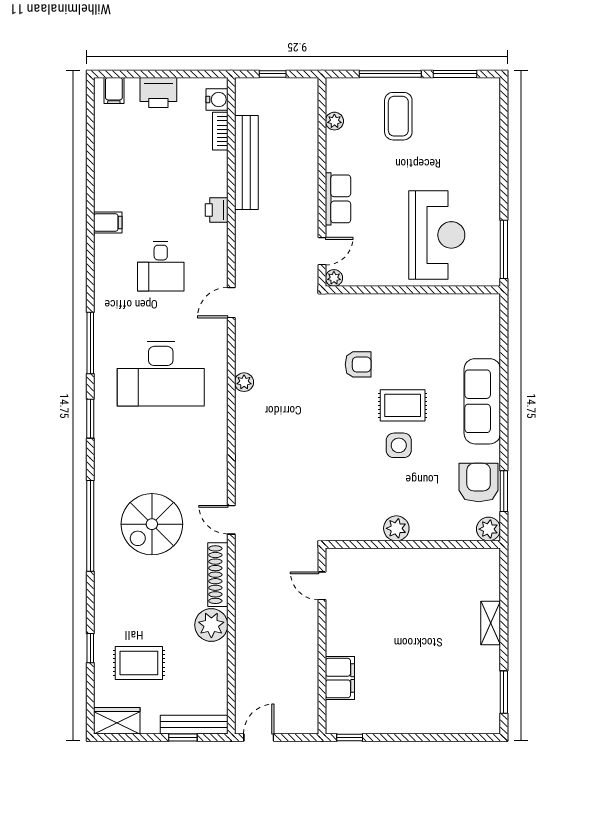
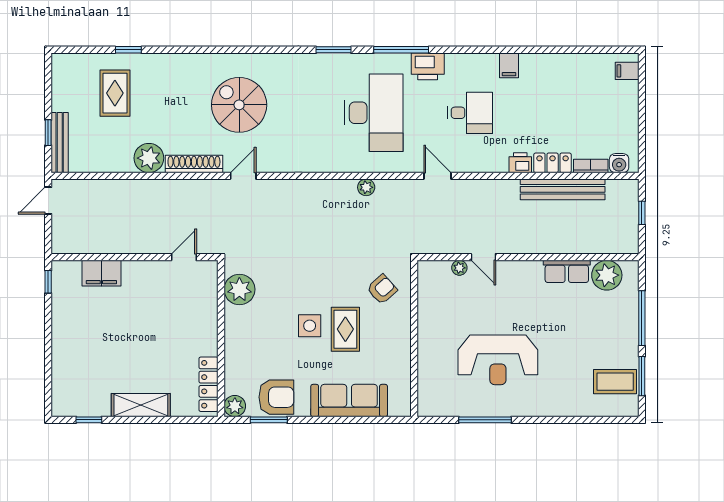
printer: (158, 92) -> (428, 66), moved, turned -90
coffee table: (398, 116) -> (615, 382), moved
plant: (334, 121) -> (607, 275), width x1.88, depth x1.88
locker: (217, 174) -> (553, 163), added
row of seats: (338, 199) -> (567, 271), moved
desk: (161, 266) -> (470, 113), turned 180
wall: (413, 290) -> (414, 338), moved
armchair: (358, 364) -> (382, 289), turned -132
desk: (161, 374) -> (374, 113), turned 180
window: (90, 526) -> (238, 50), removed
plant: (396, 528) -> (239, 289), moved, width x1.36, depth x1.36
locker: (464, 558) -> (209, 384), added
shelving: (491, 623) -> (141, 405), width x1.50, depth x1.33
window: (504, 692) -> (89, 420), width x0.67
wardrobe: (117, 721) -> (63, 73), removed
door: (259, 738) -> (48, 200), swing flipped

